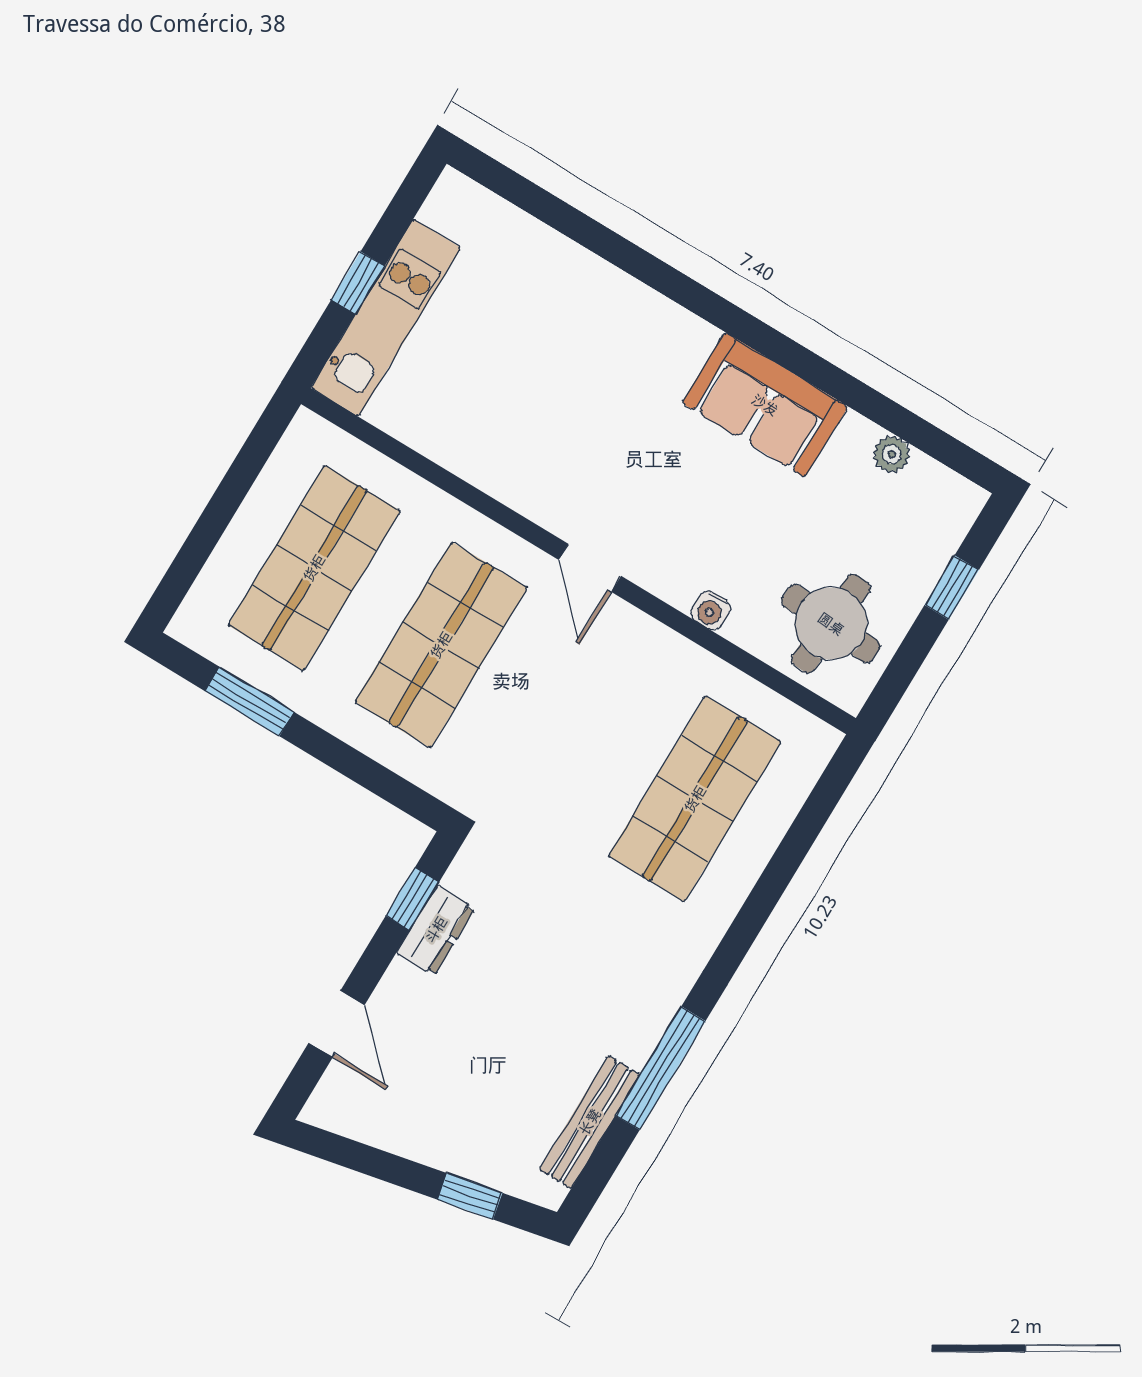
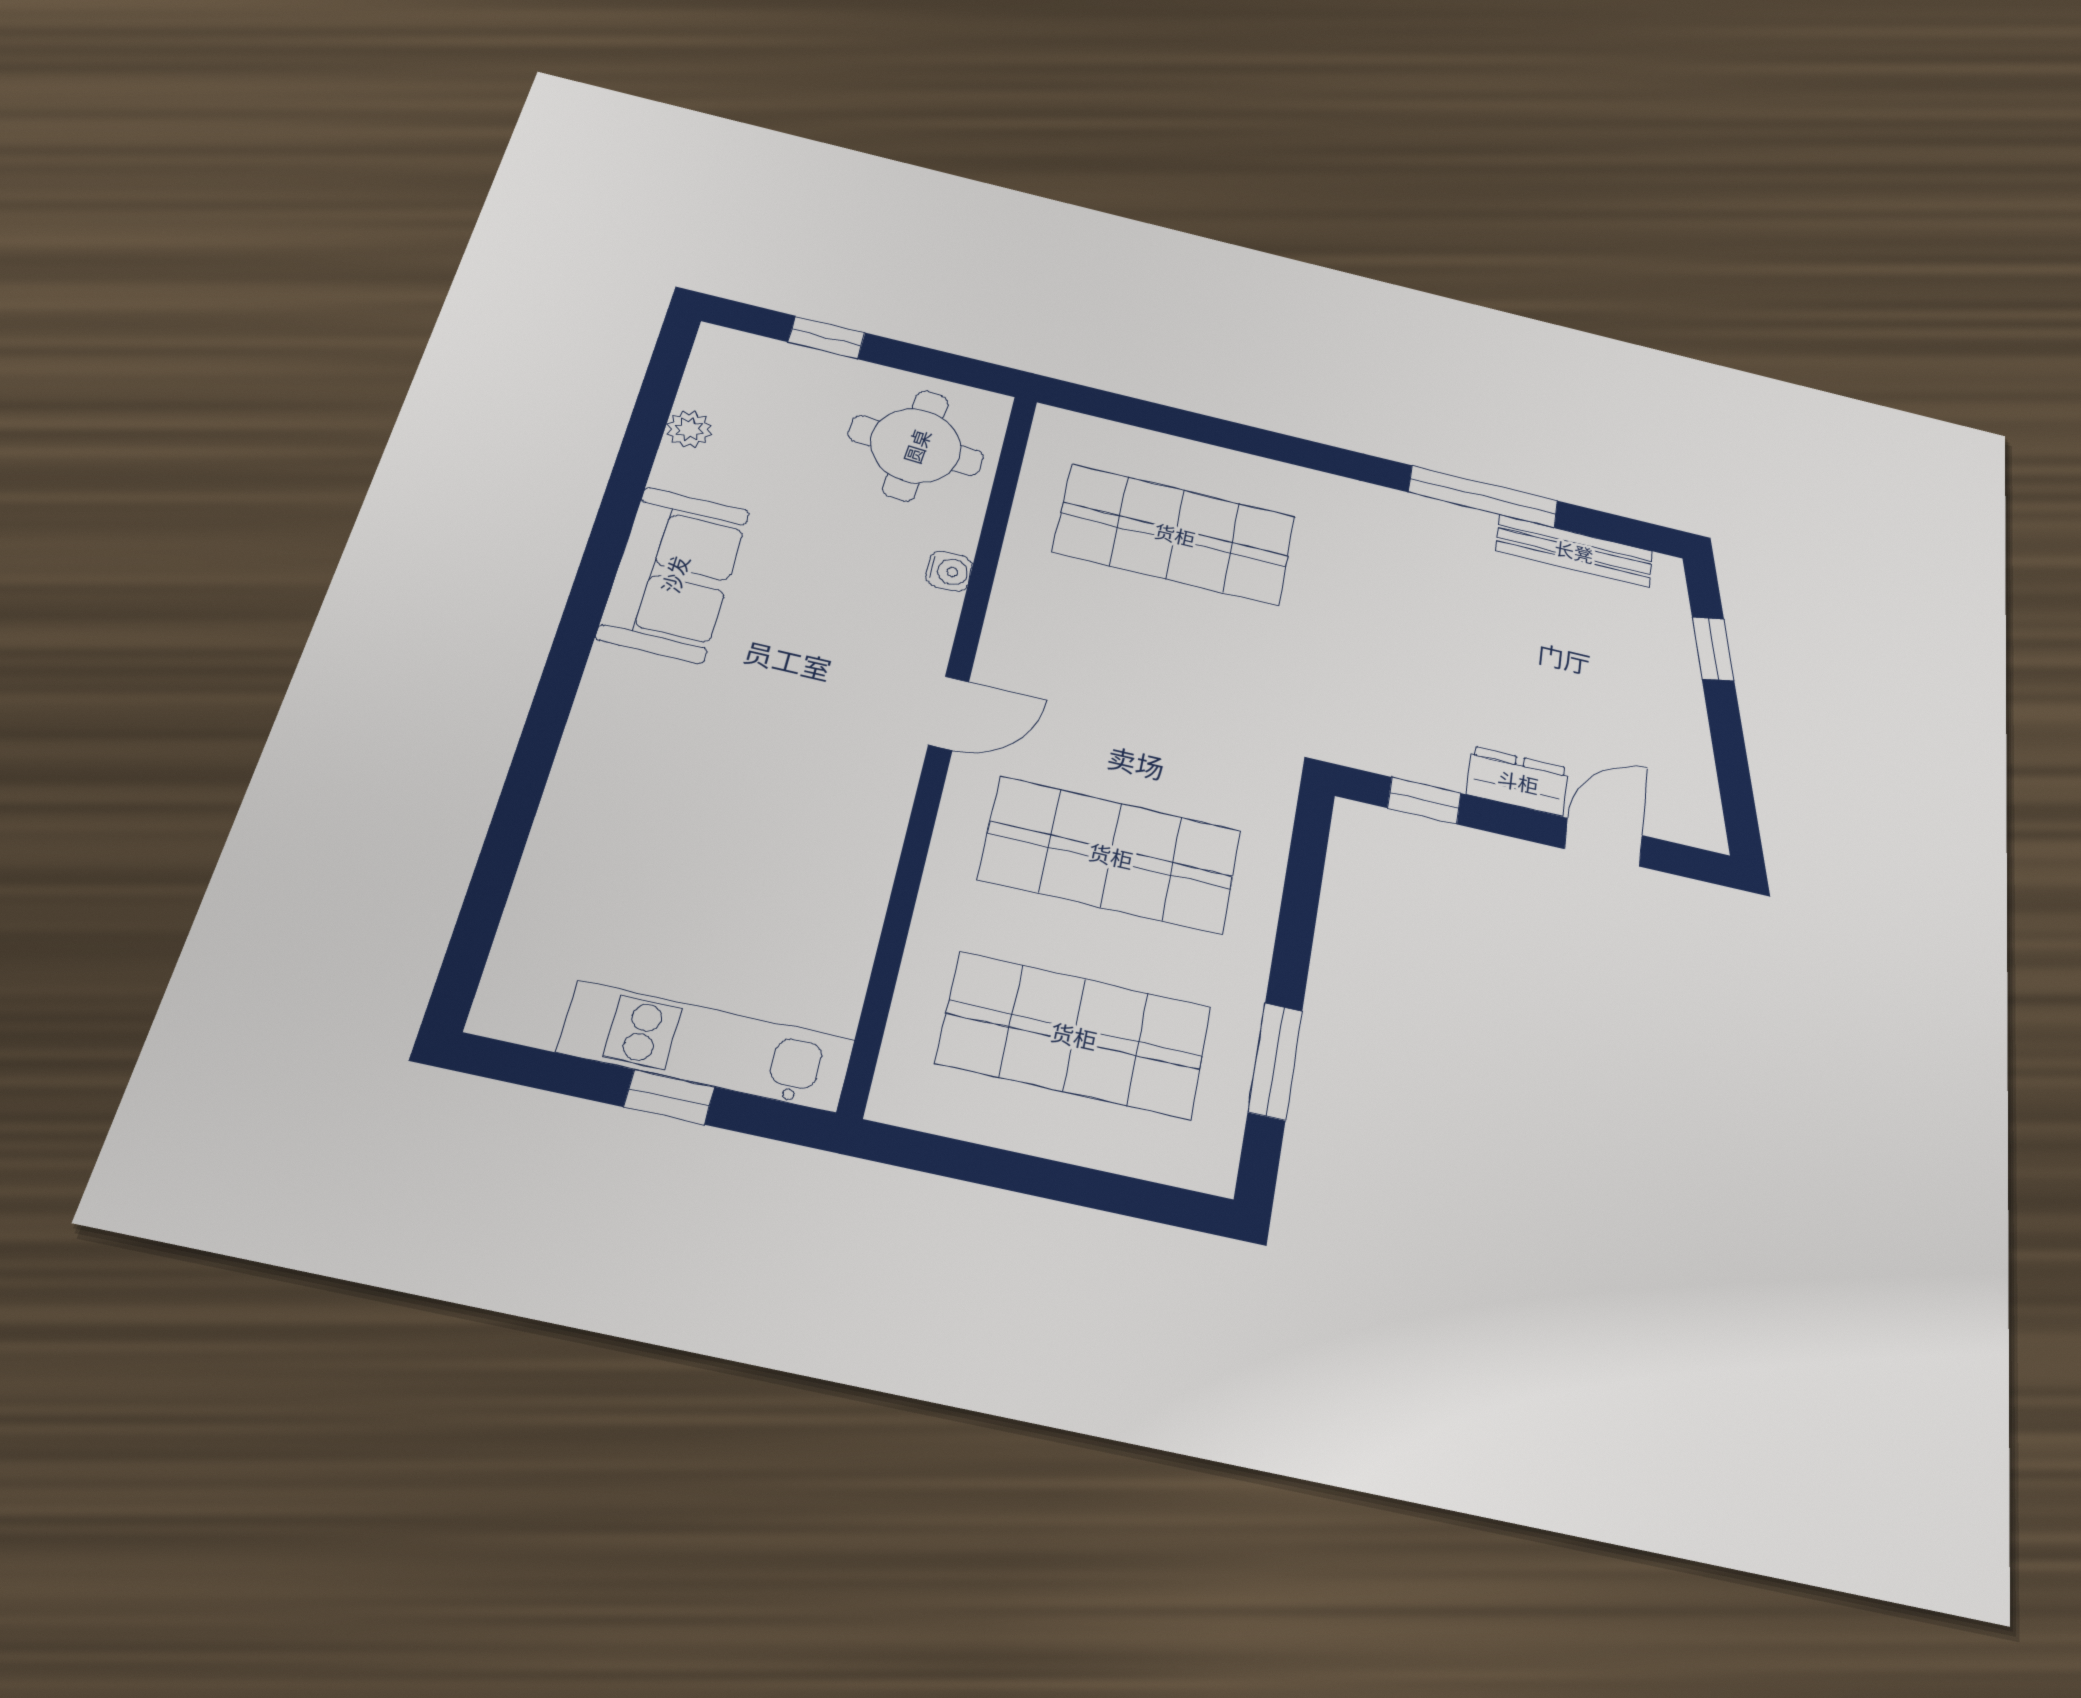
dresser: (436, 930) -> (1518, 781), moved

